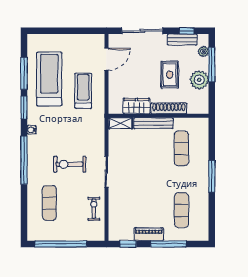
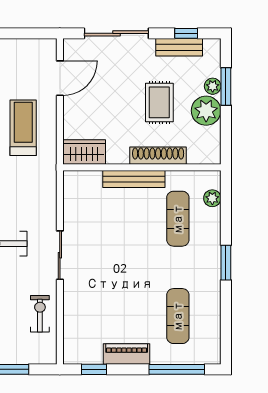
plant: (203, 51) -> (213, 86), moved
window: (212, 65) -> (226, 87), width x0.69
wardrobe: (136, 106) -> (84, 152), moved
shelving: (121, 123) -> (82, 179), removed
plant: (203, 135) -> (212, 198), added
window: (212, 176) -> (226, 263), width x0.69
window: (168, 244) -> (177, 369), moved

